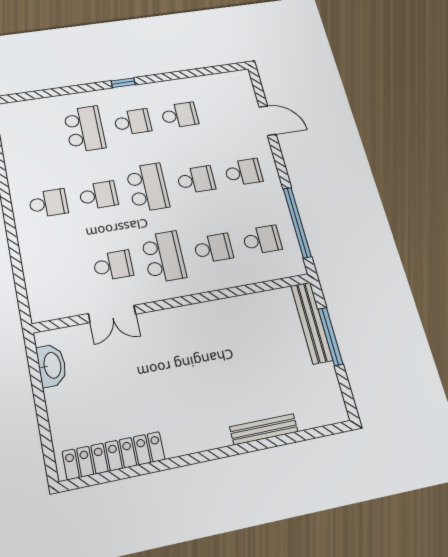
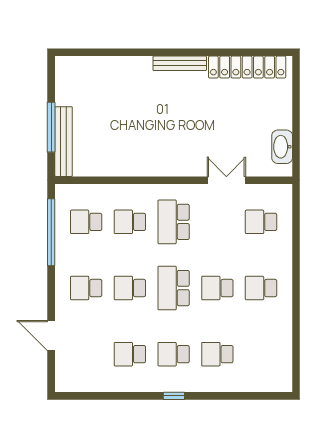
school desk: (85, 129) -> (217, 354), width x0.54
school desk: (113, 265) -> (261, 222), moved
bench: (264, 429) -> (180, 63), moved

